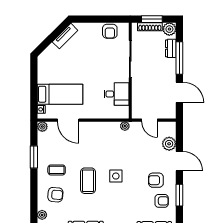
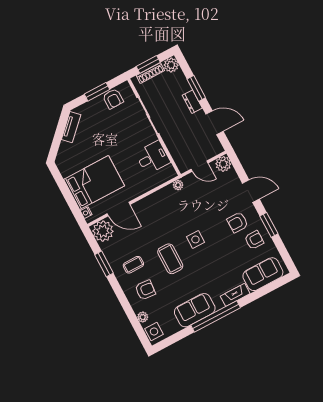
window: (100, 19) -> (97, 92), added
dresser: (171, 48) -> (192, 102), moved
window: (179, 58) -> (196, 88), width x0.69
bed: (60, 94) -> (94, 183), width x1.50
plant: (42, 127) -> (103, 231), width x1.88, depth x1.88
plant: (169, 144) -> (223, 164), moved

